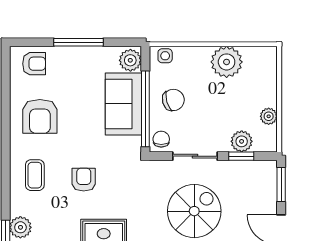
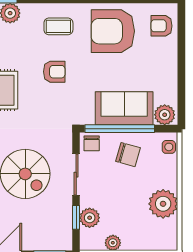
window: (78, 42) -> (181, 67), removed
armchair: (34, 64) -> (161, 26), turned 90
chair: (173, 100) -> (128, 155), turned -58
armchair: (40, 116) -> (113, 31), width x1.36, depth x1.36
chair: (161, 139) -> (92, 143), turned 90

